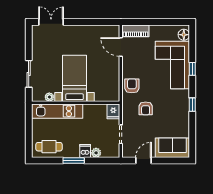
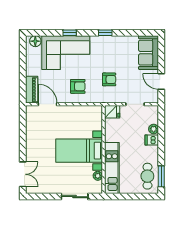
double door: (51, 22) -> (23, 174), swing flipped
door: (121, 47) -> (48, 104), swing flipped
armchair: (132, 86) -> (78, 86), moved, turned 180
window: (74, 161) -> (161, 176), moved

